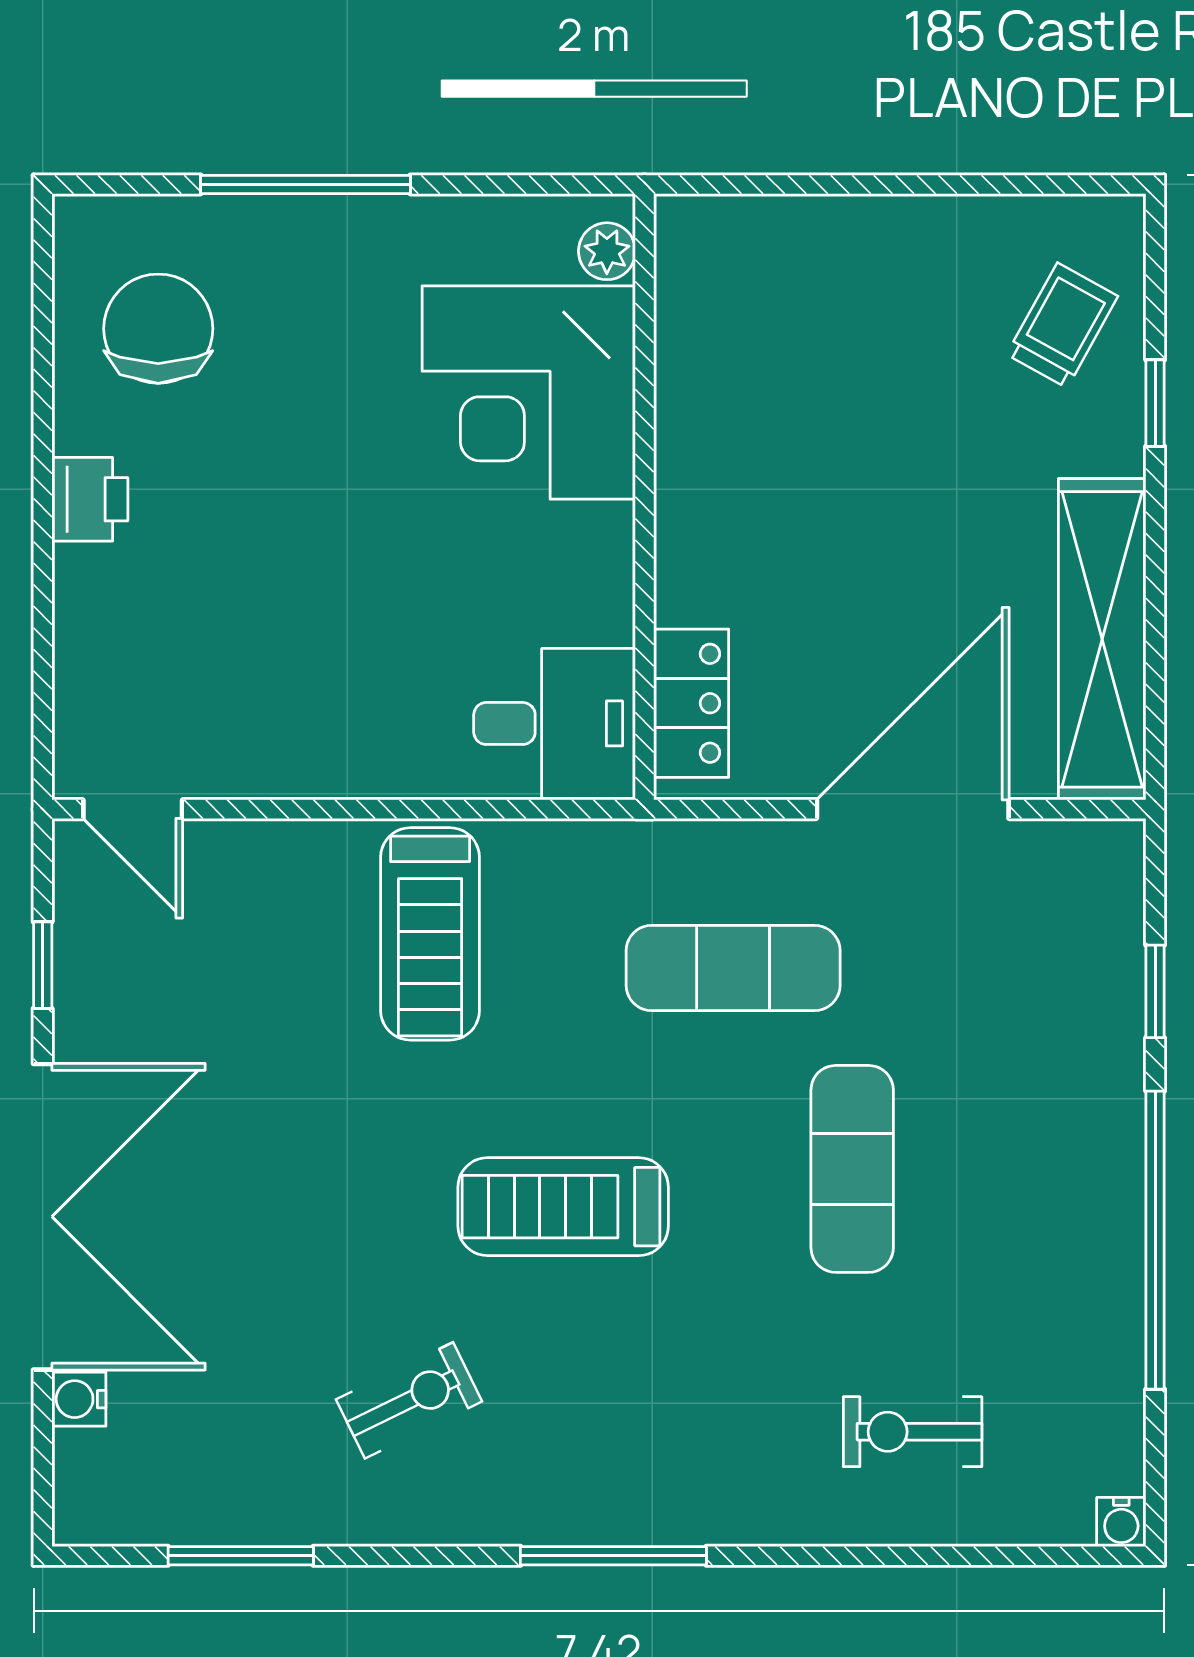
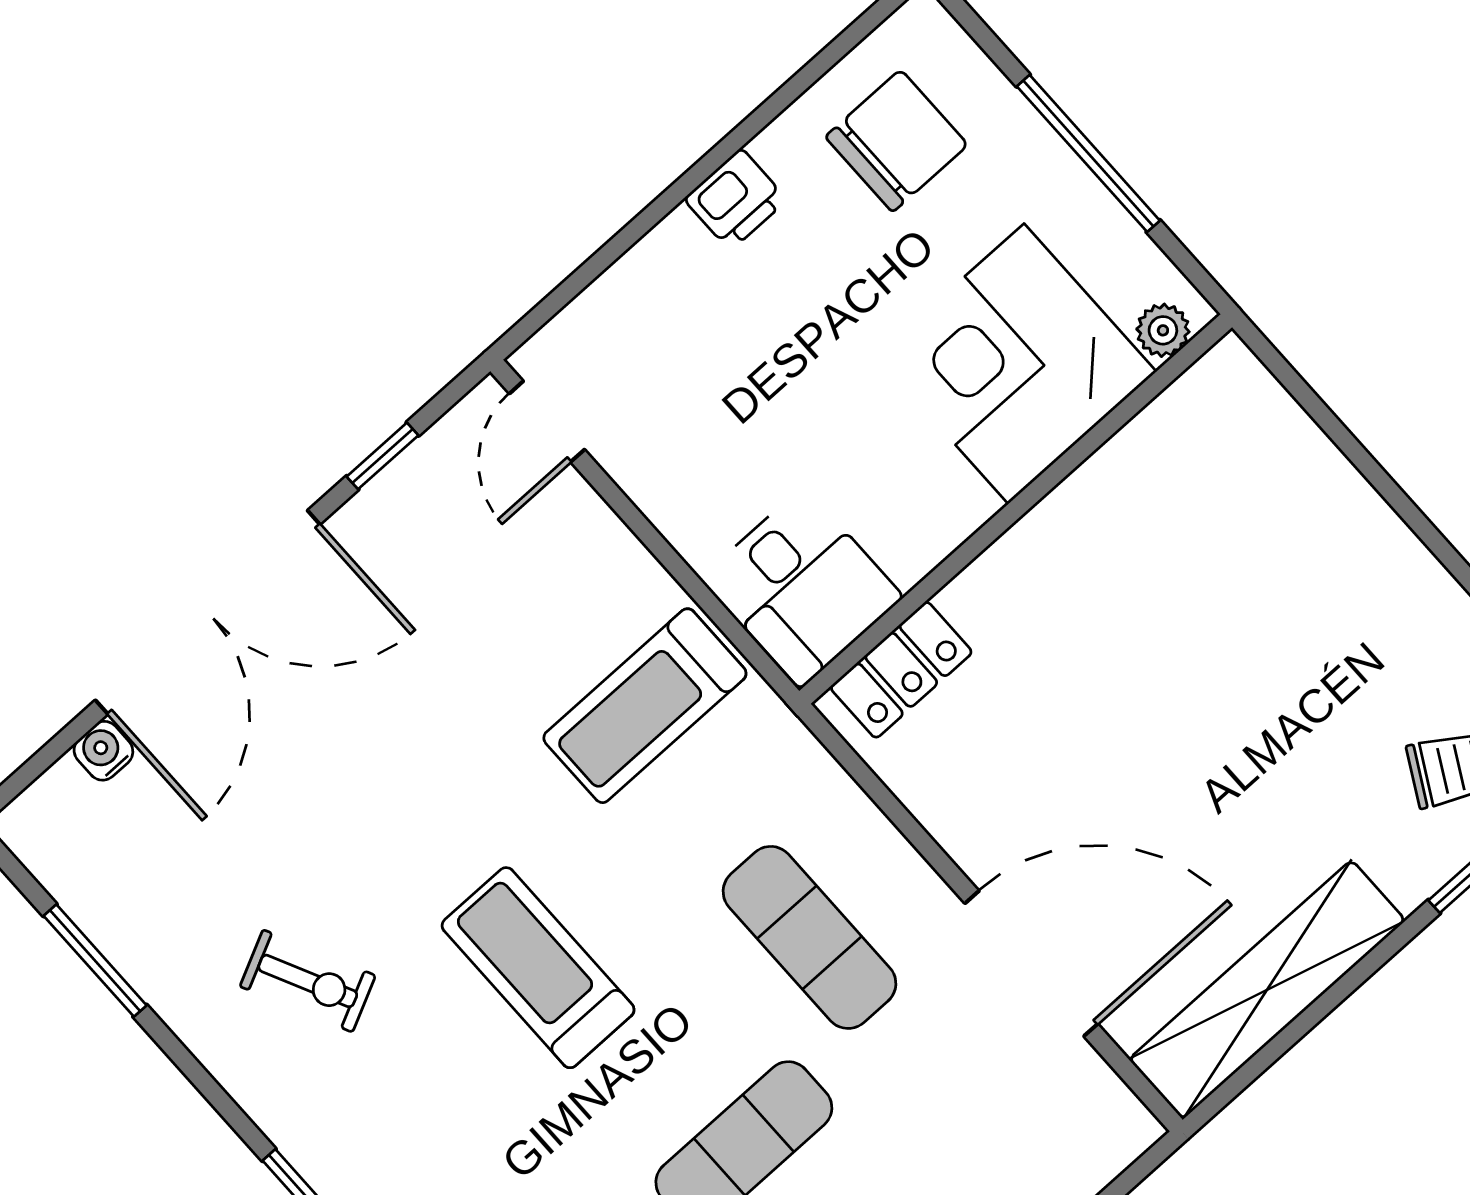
plant: (607, 251) -> (1163, 330), moved
corner desk: (529, 392) -> (1016, 364), moved
wall: (645, 497) -> (1016, 509), moved
locker: (691, 703) -> (901, 670), moved
desk: (555, 723) -> (802, 587), moved

